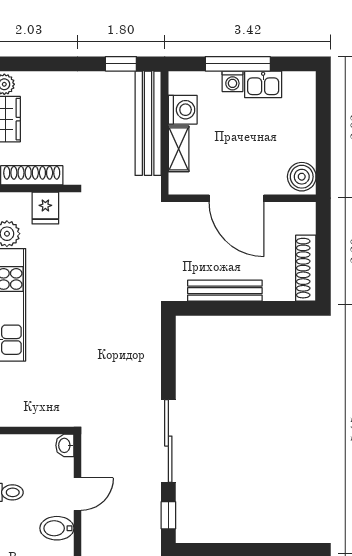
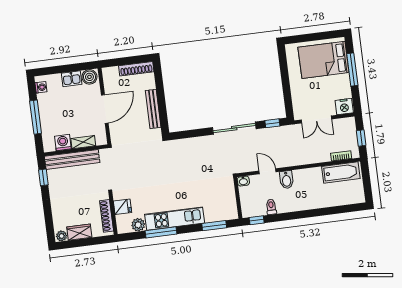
washing machine: (232, 81) -> (41, 87), moved
kitchen sink: (263, 84) -> (72, 79), moved, turned 90

